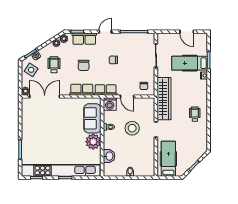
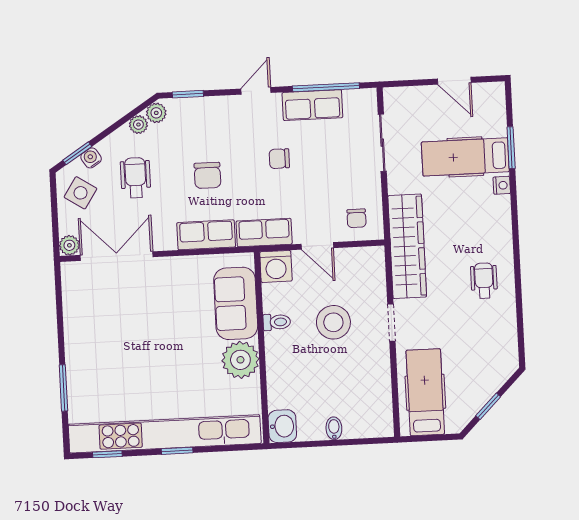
row of seats: (84, 39) -> (312, 105), moved
washbasin: (109, 156) -> (282, 426), moved

